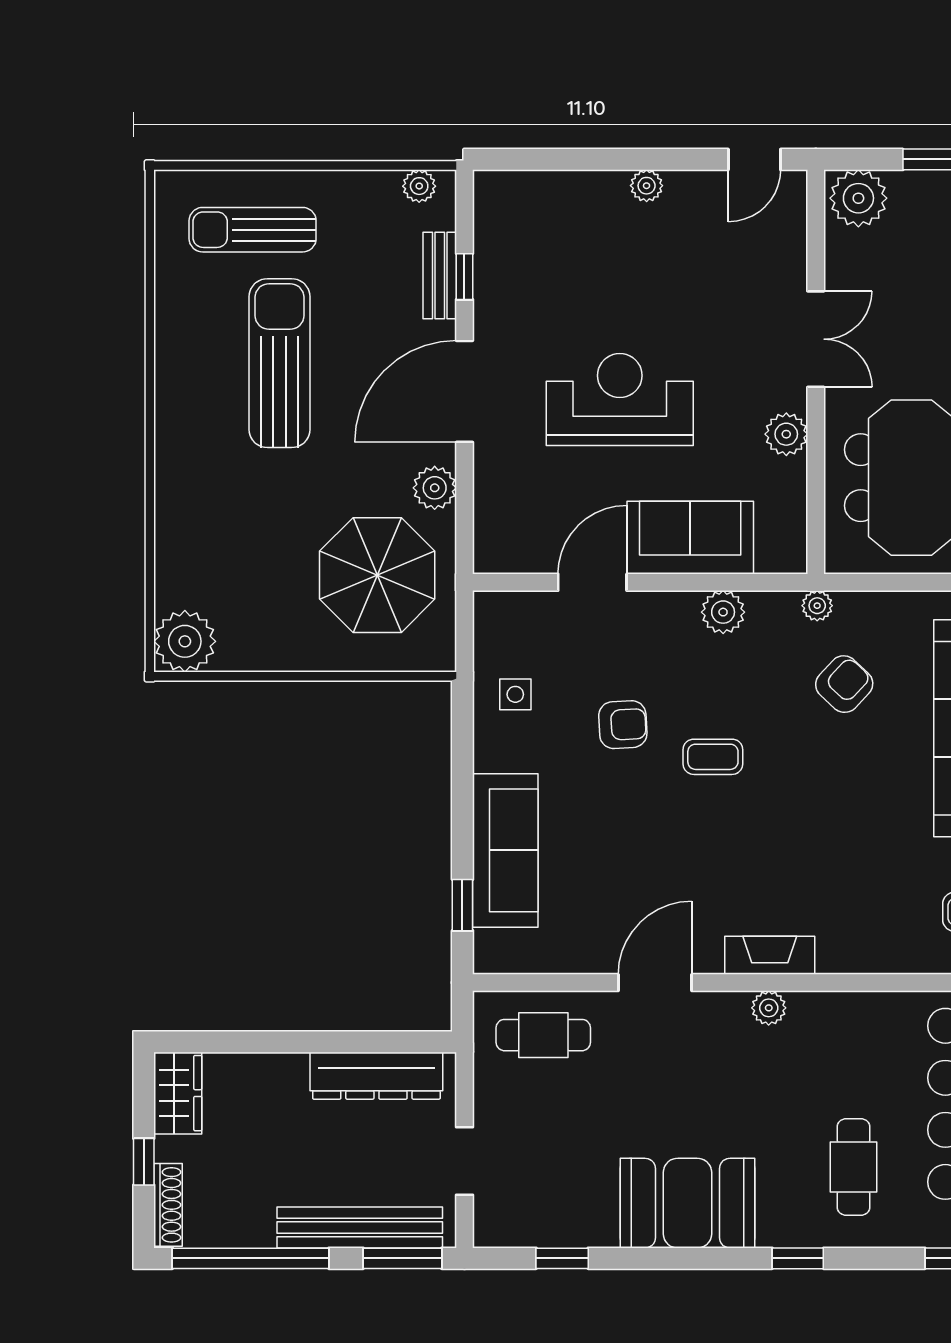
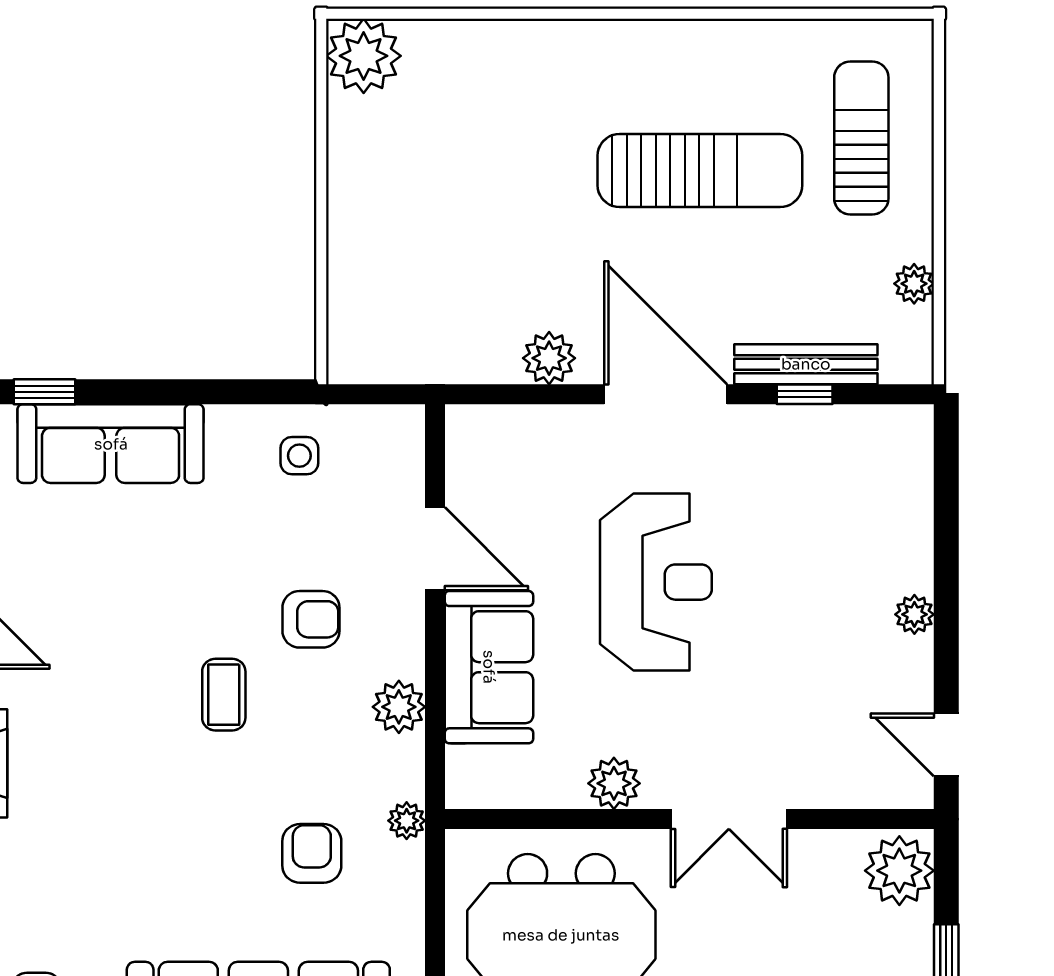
plant: (419, 186) -> (914, 284), moved
bench: (440, 275) -> (806, 364), width x1.36
parasol: (377, 575) -> (444, 289), removed
armchair: (844, 684) -> (312, 853), turned -133
armchair: (623, 725) -> (311, 619), moved, turned -87

